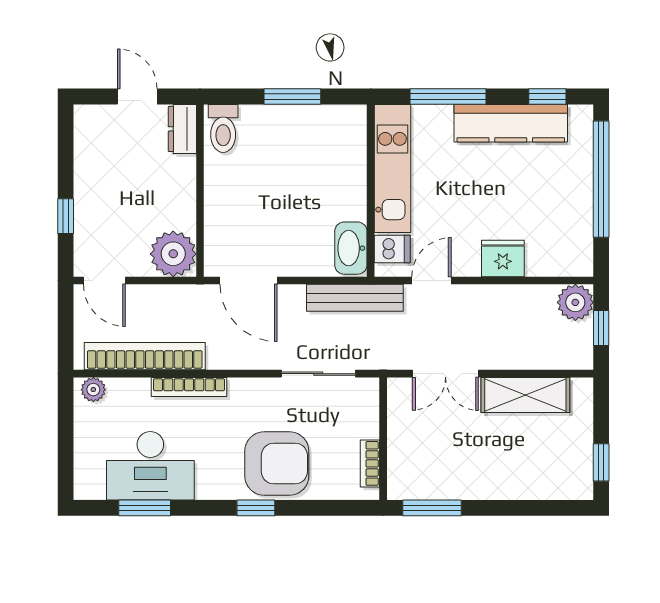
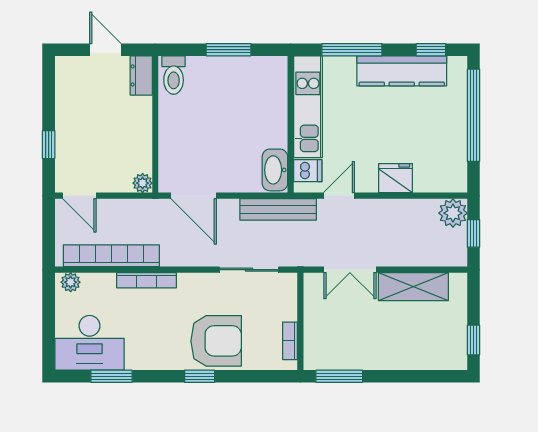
plant: (173, 254) -> (143, 183), width x0.53, depth x0.53
desk: (150, 466) -> (90, 343), moved

